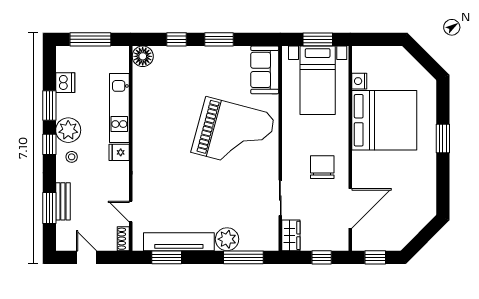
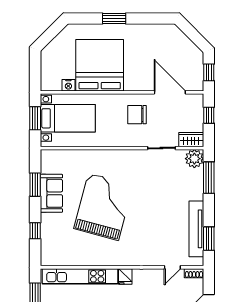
window: (219, 39) -> (35, 185), moved
floor lamp: (143, 56) -> (49, 258), removed
sofa: (265, 70) -> (51, 193), moved, turned -90
kitchen unit: (119, 108) -> (80, 276), width x1.36
grand piano: (233, 134) -> (103, 207), moved
plant: (227, 239) -> (194, 159), moved

